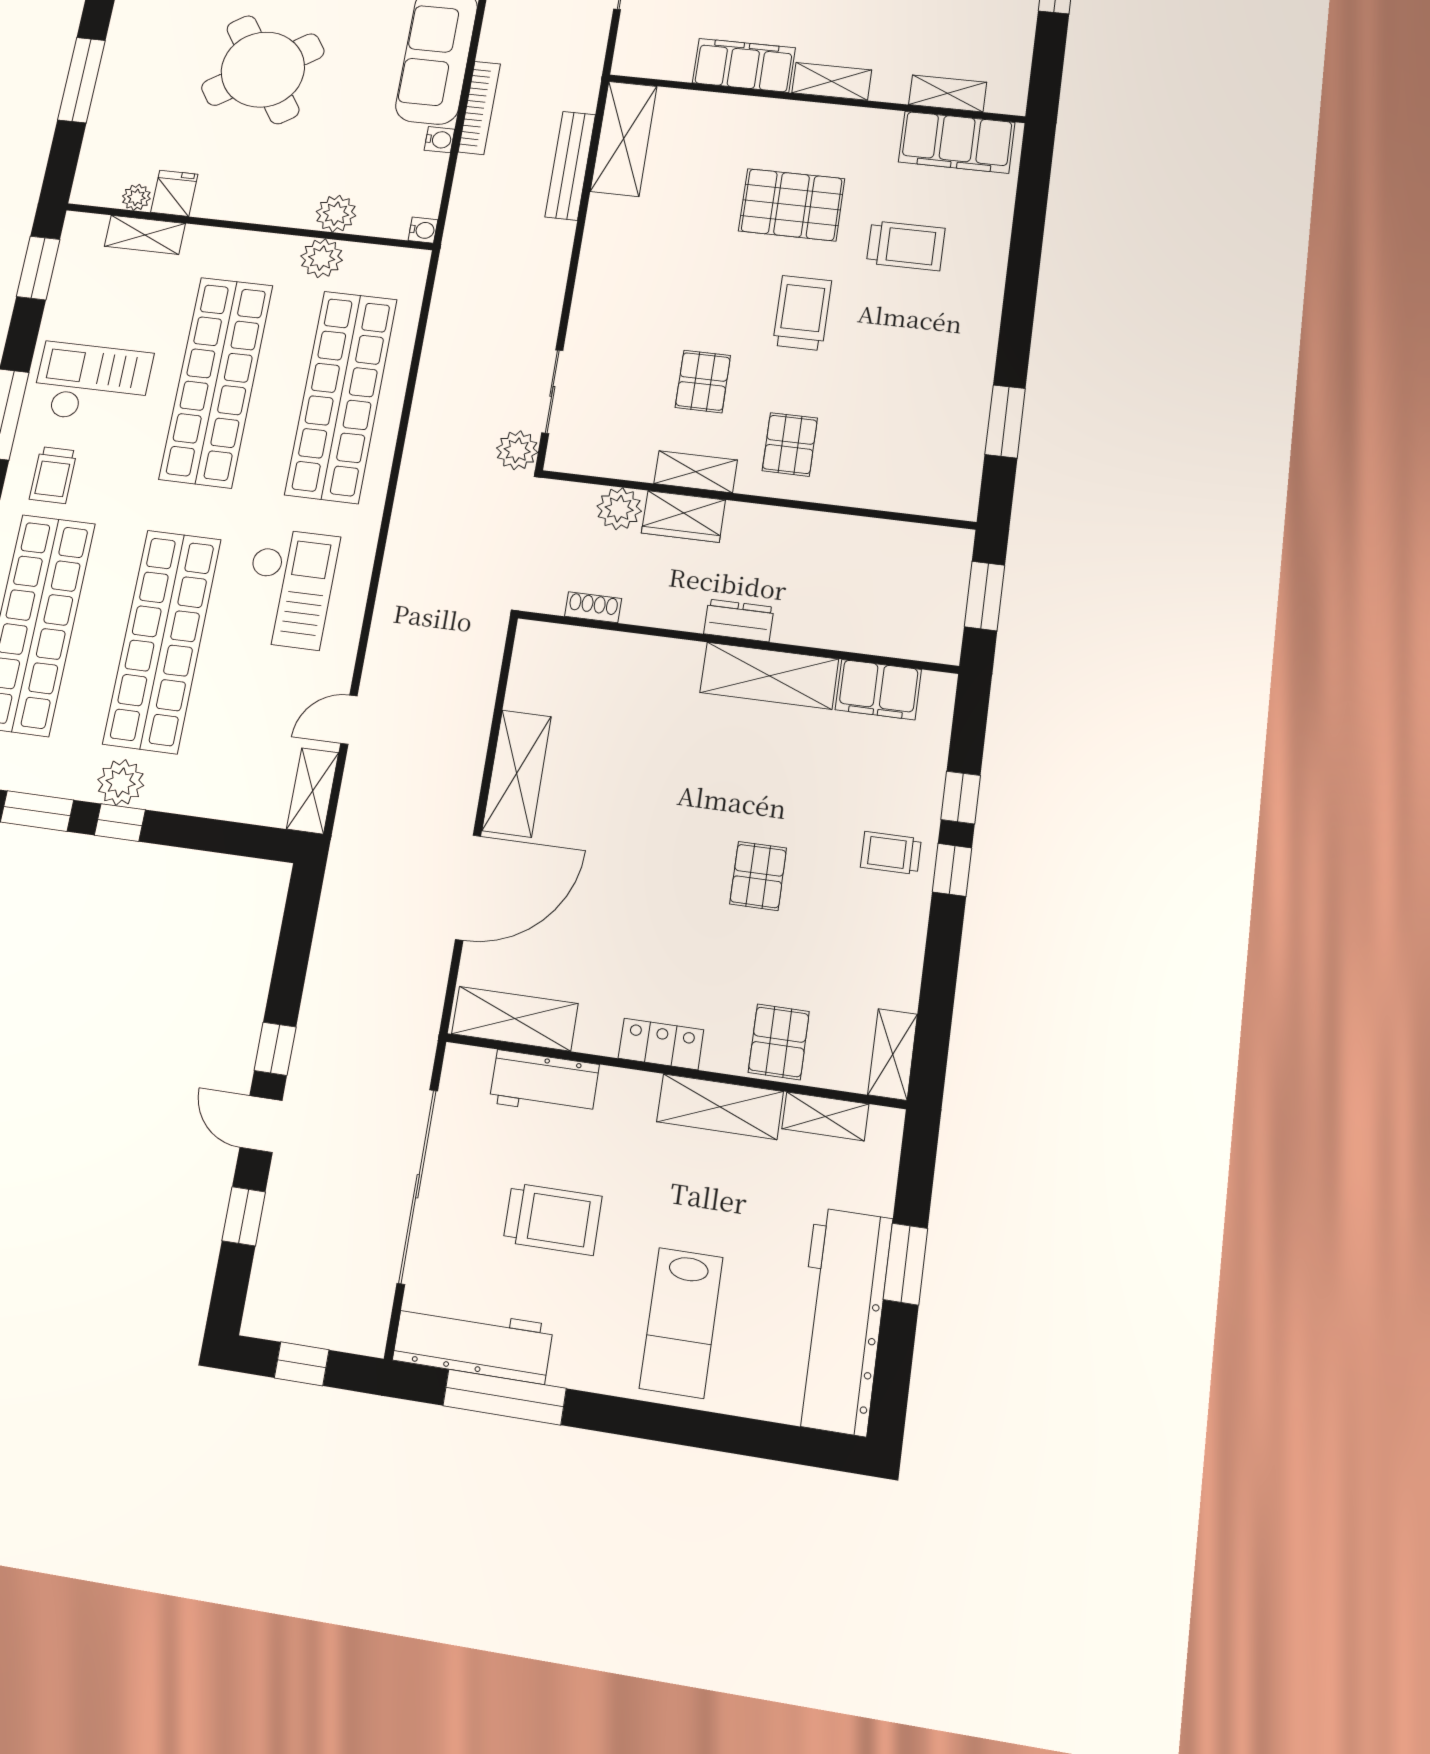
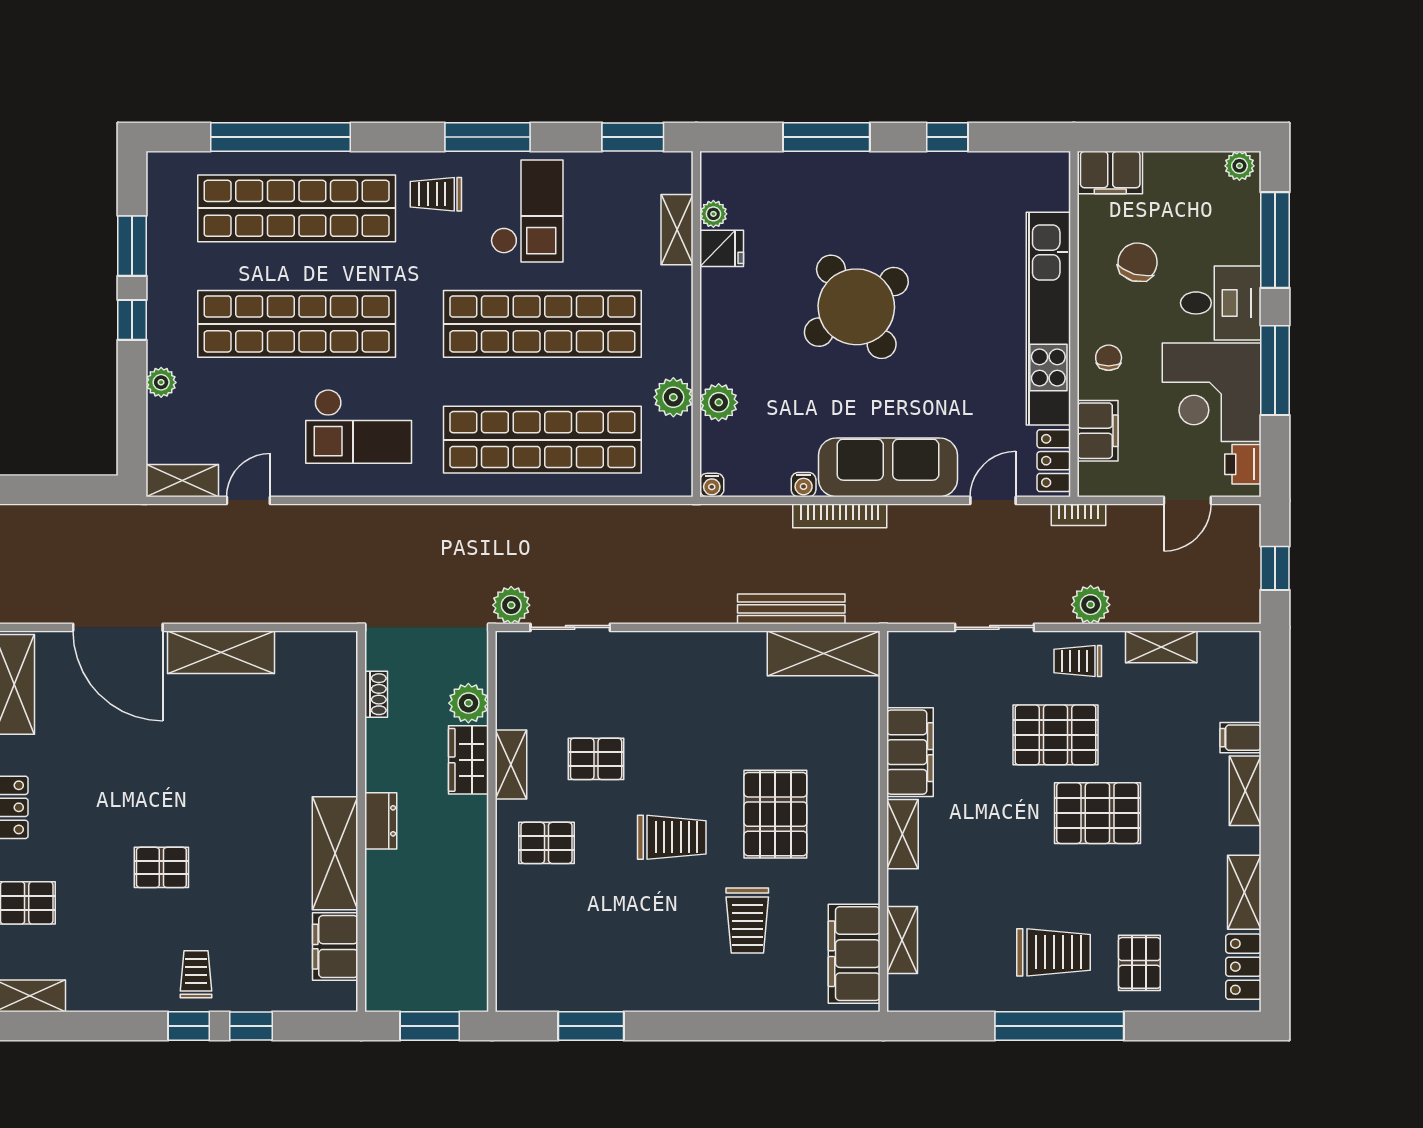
door: (349, 720) -> (248, 500), hinge flipped
plant: (121, 782) -> (161, 382), moved, width x0.73, depth x0.73

